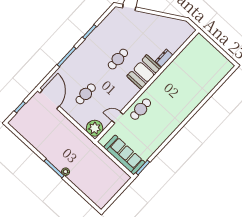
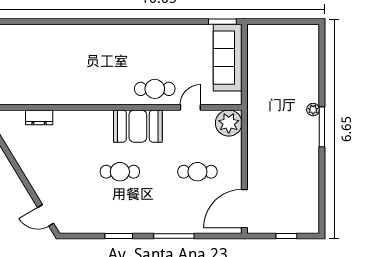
dresser: (164, 58) -> (39, 117), moved
booth: (144, 72) -> (138, 126), moved
door: (118, 117) -> (190, 107), swing flipped

